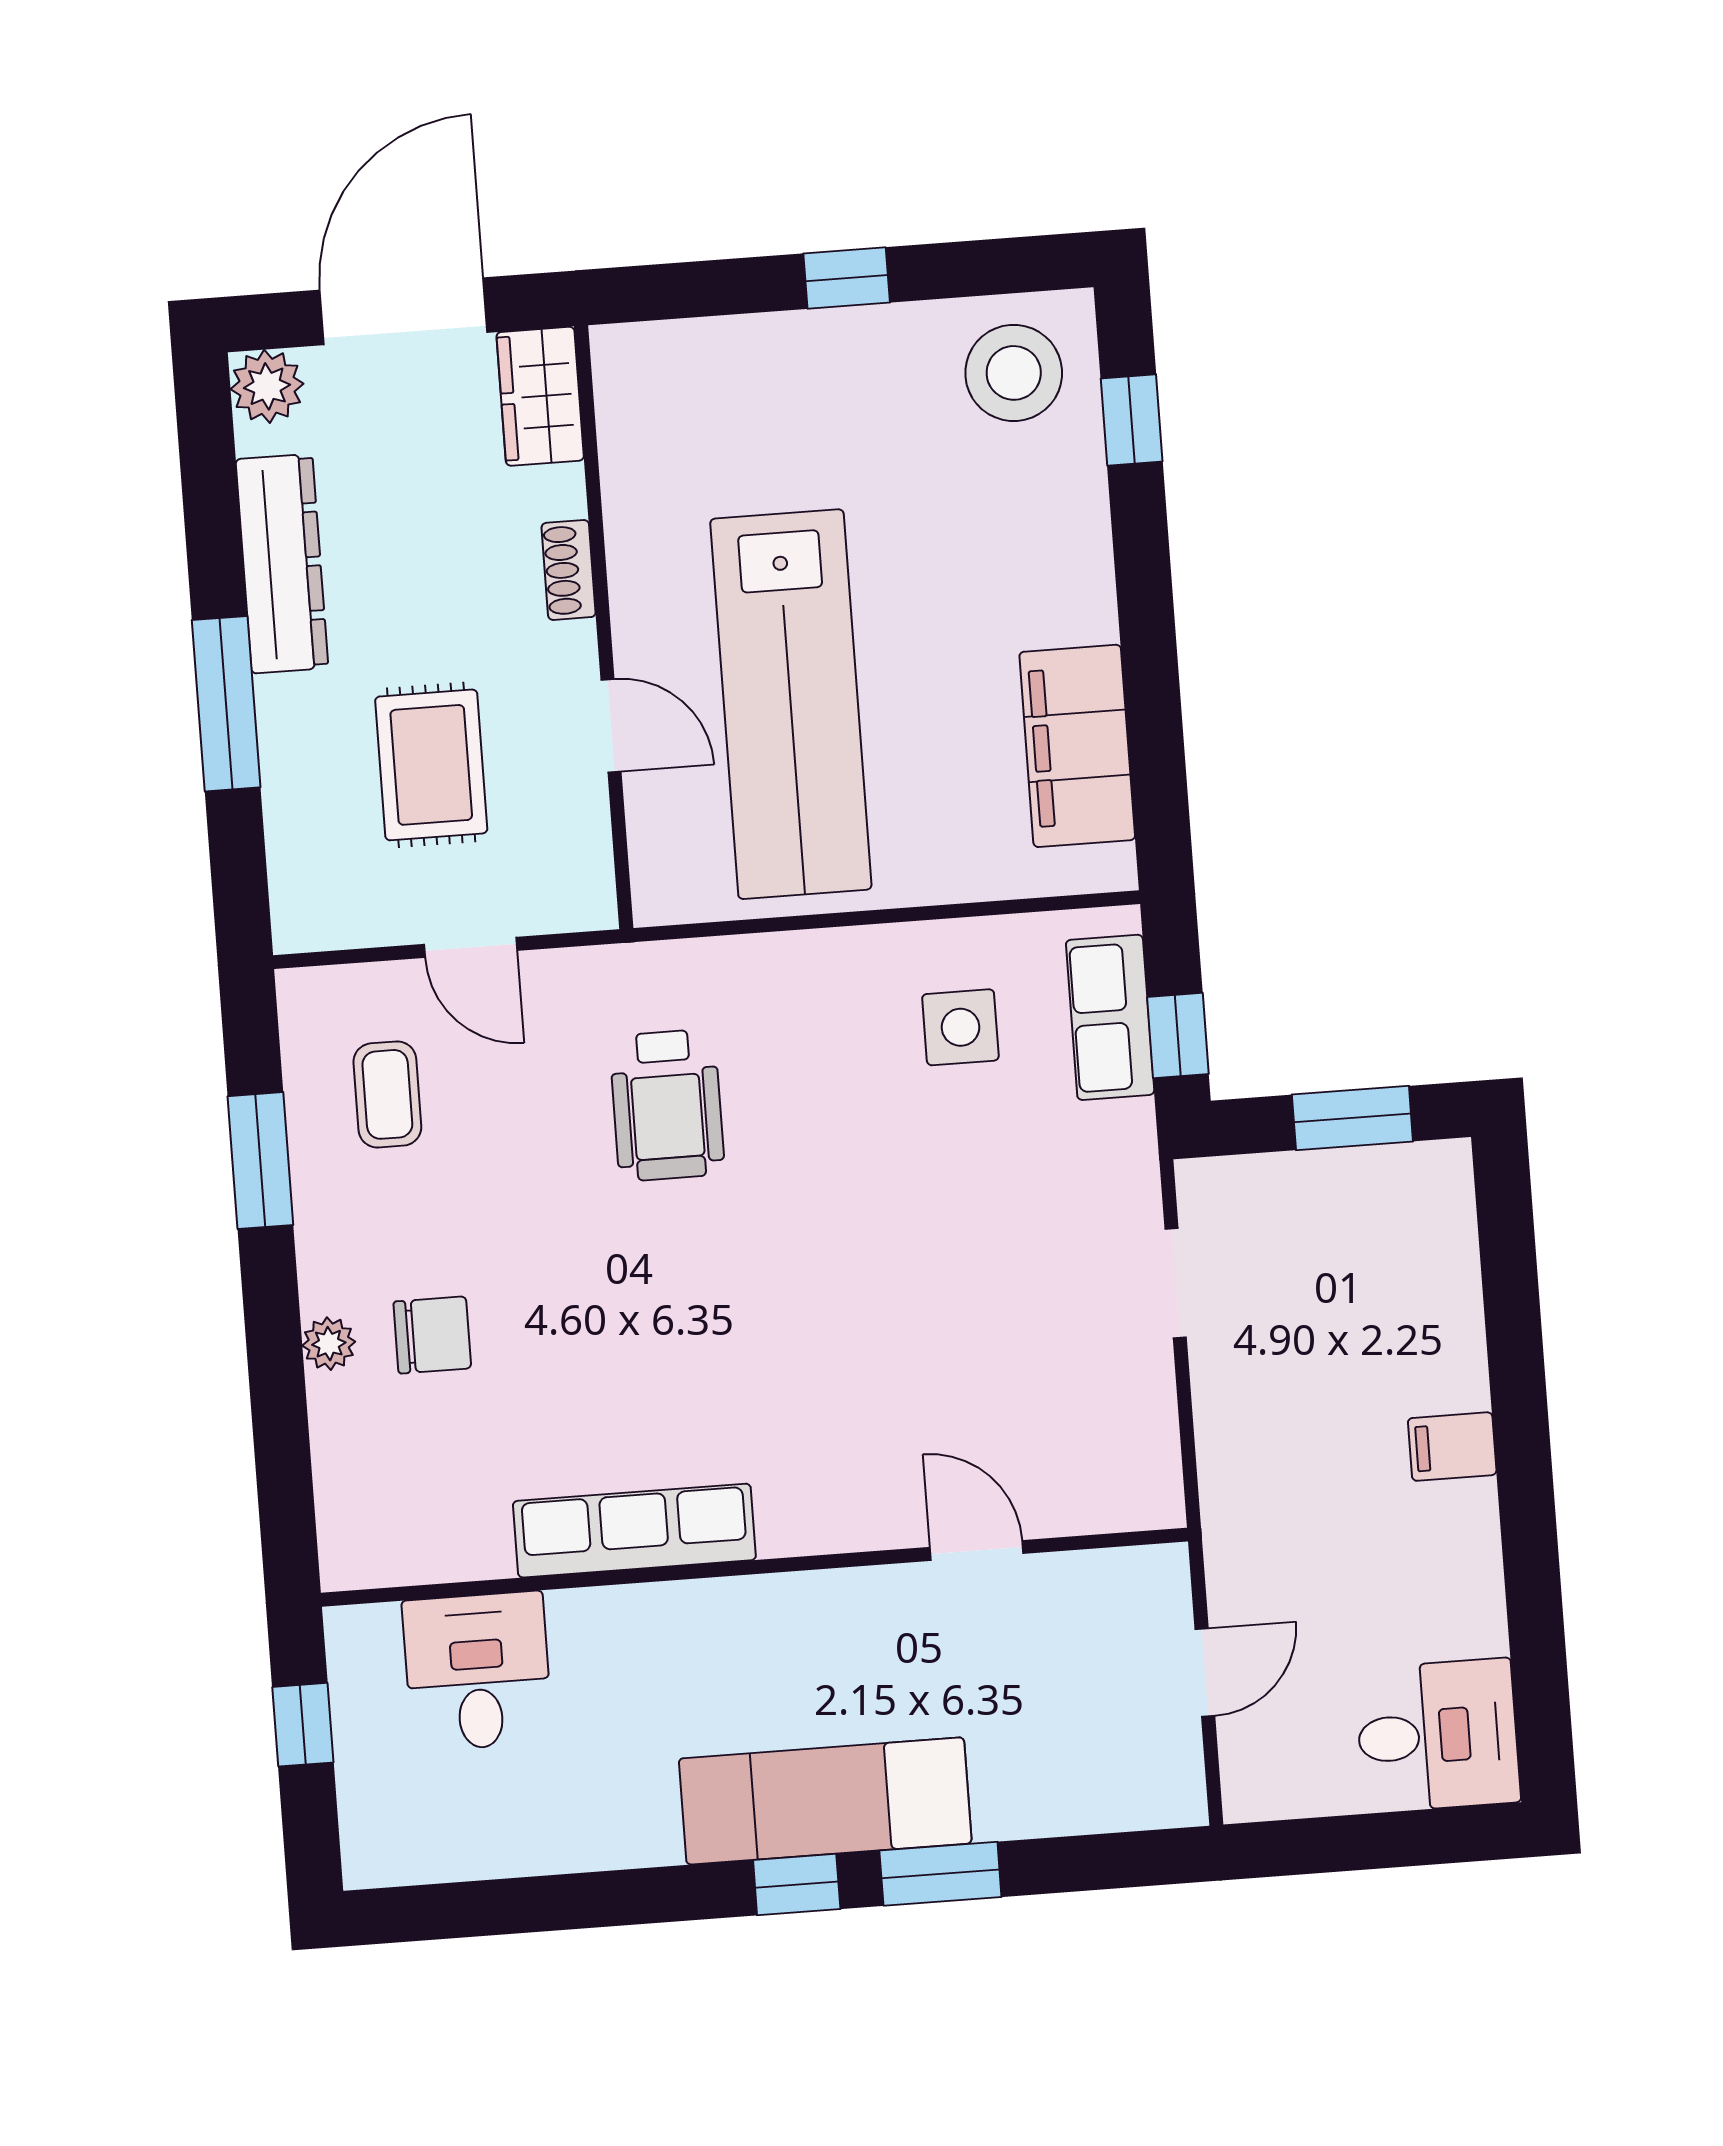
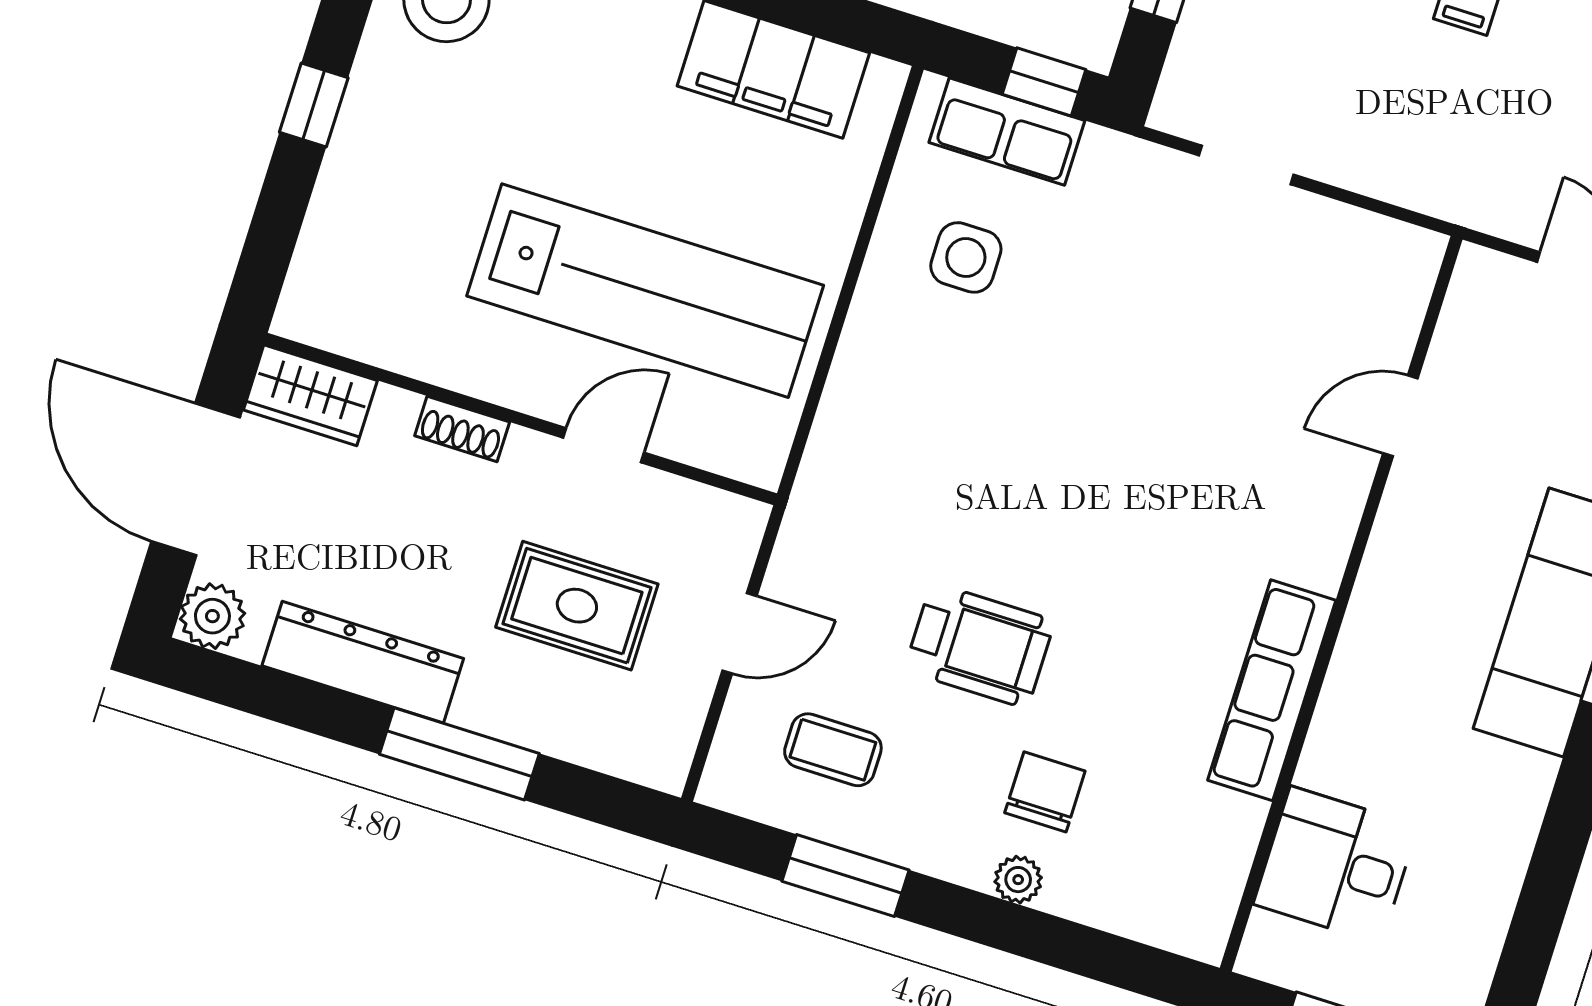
wheelchair: (667, 1105) -> (979, 645), moved

